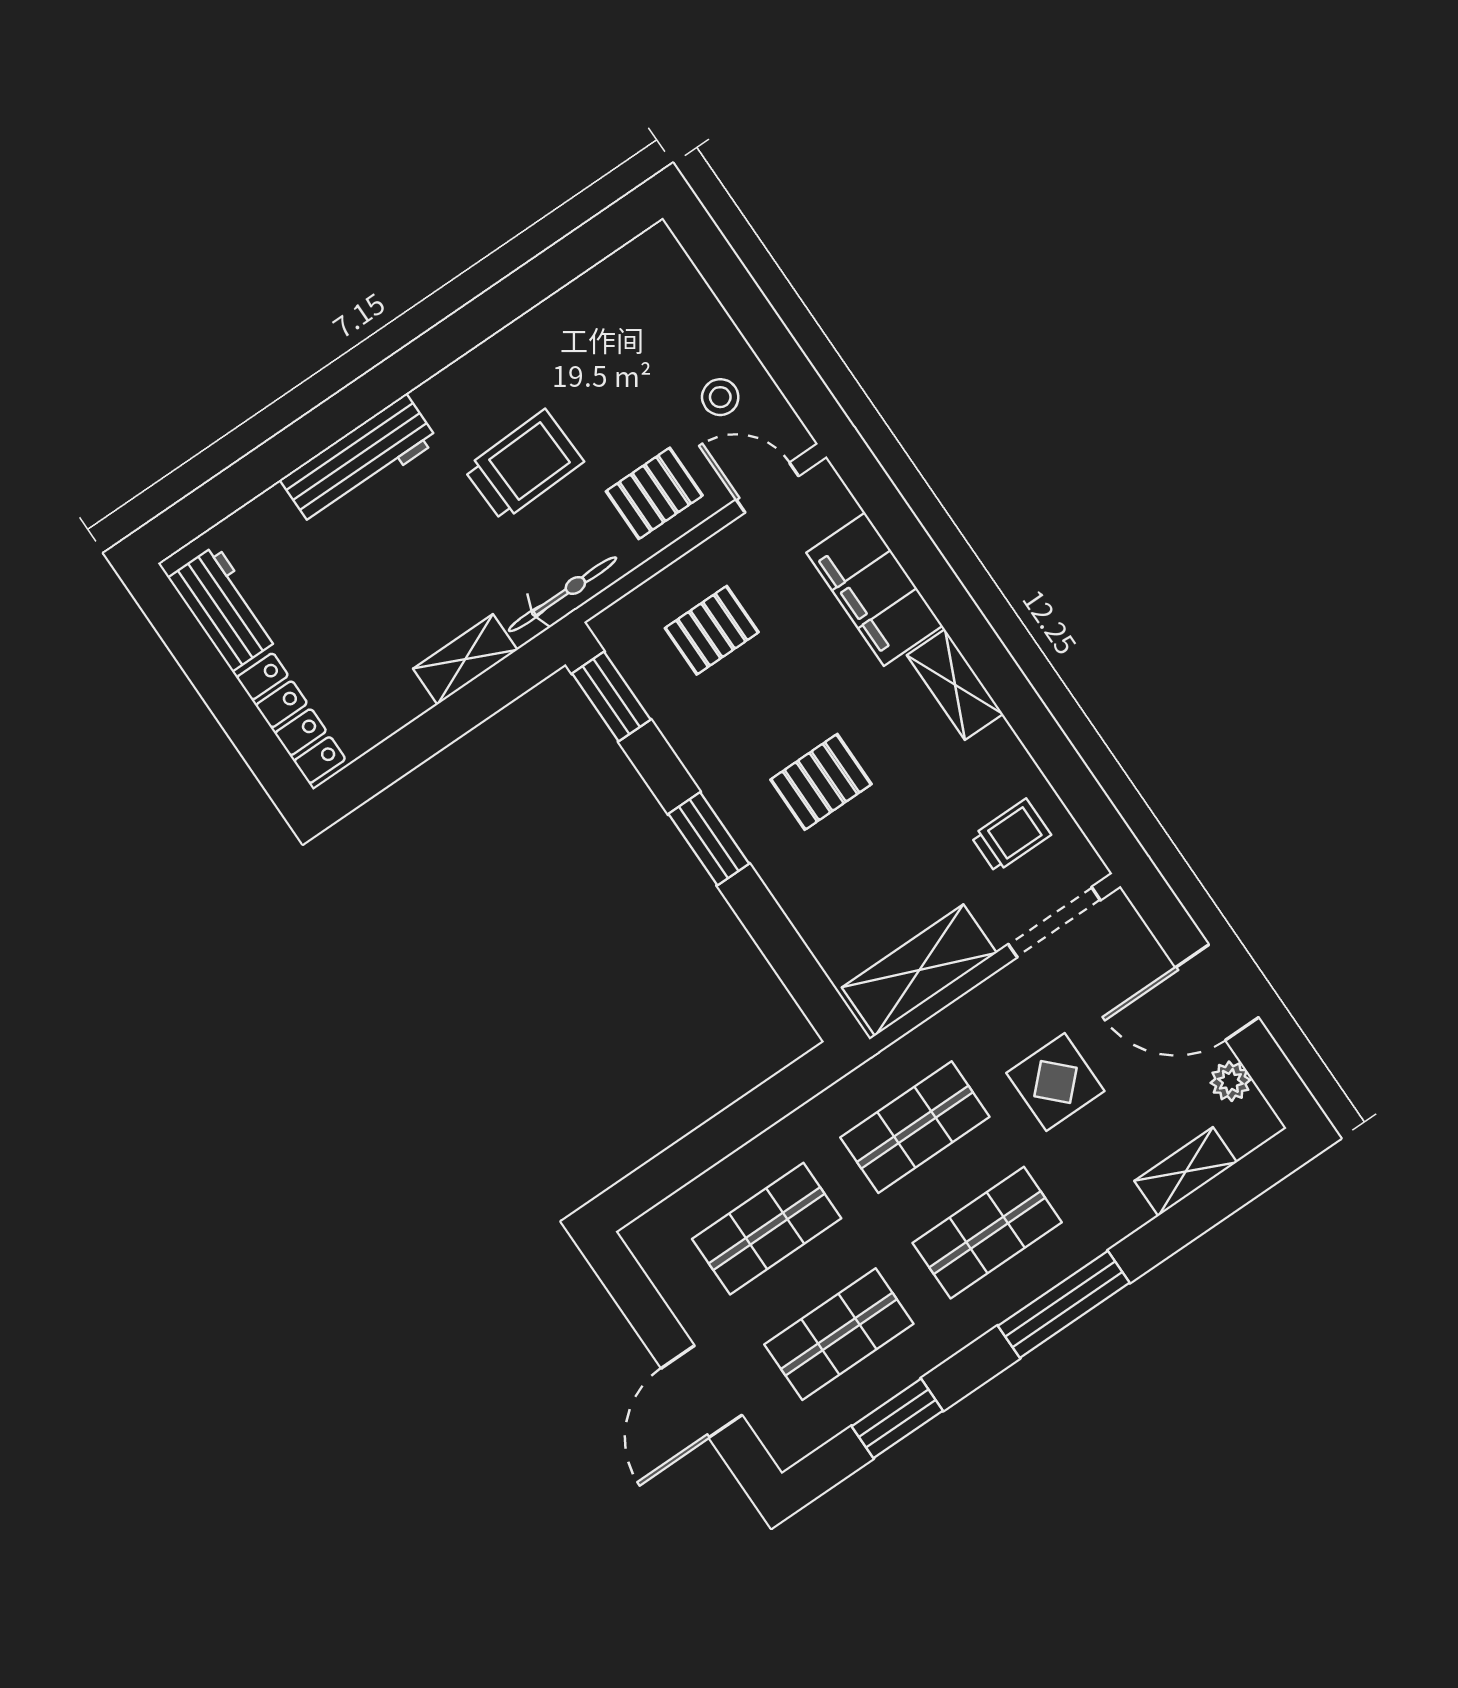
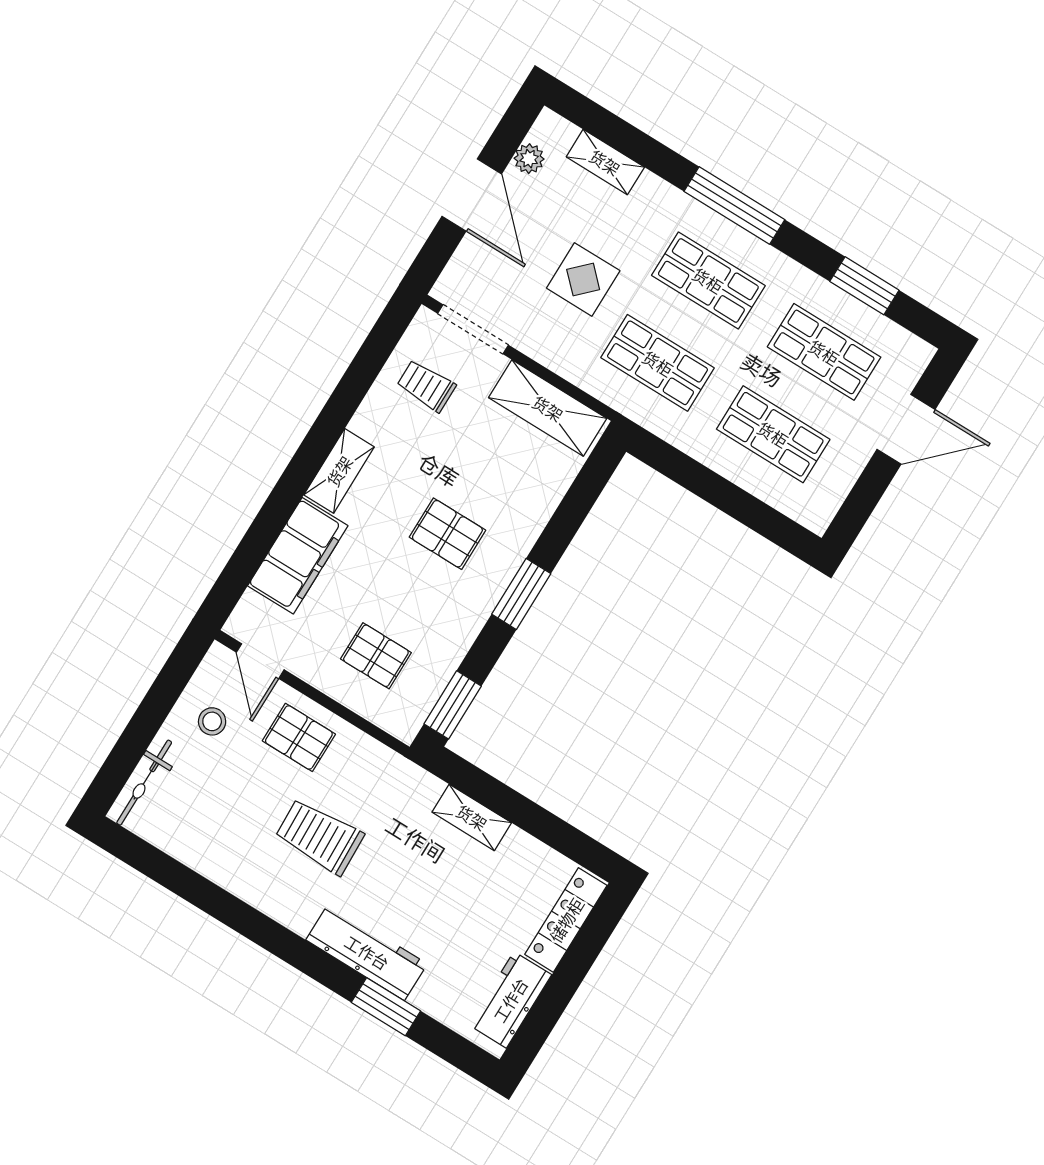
window: (282, 454) -> (386, 1007), added
bicycle: (563, 594) -> (144, 783), moved, turned -90

